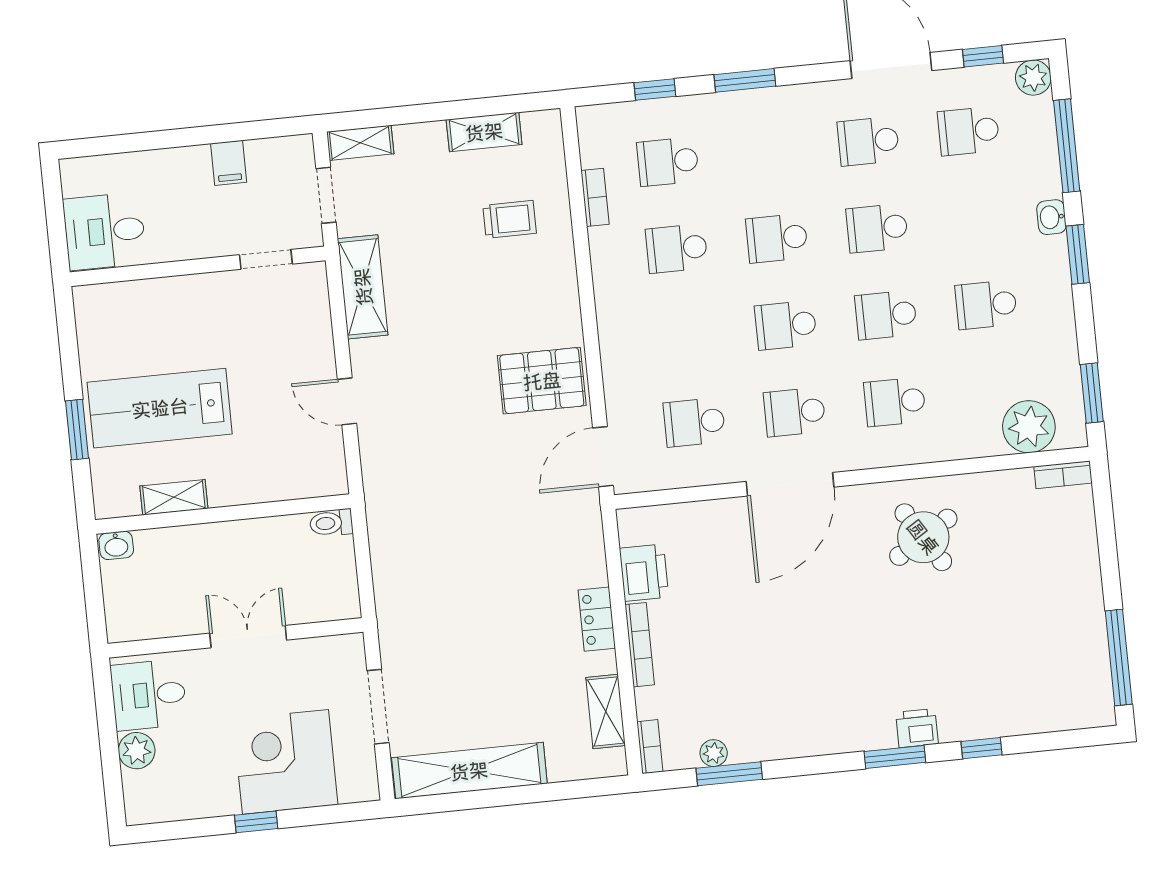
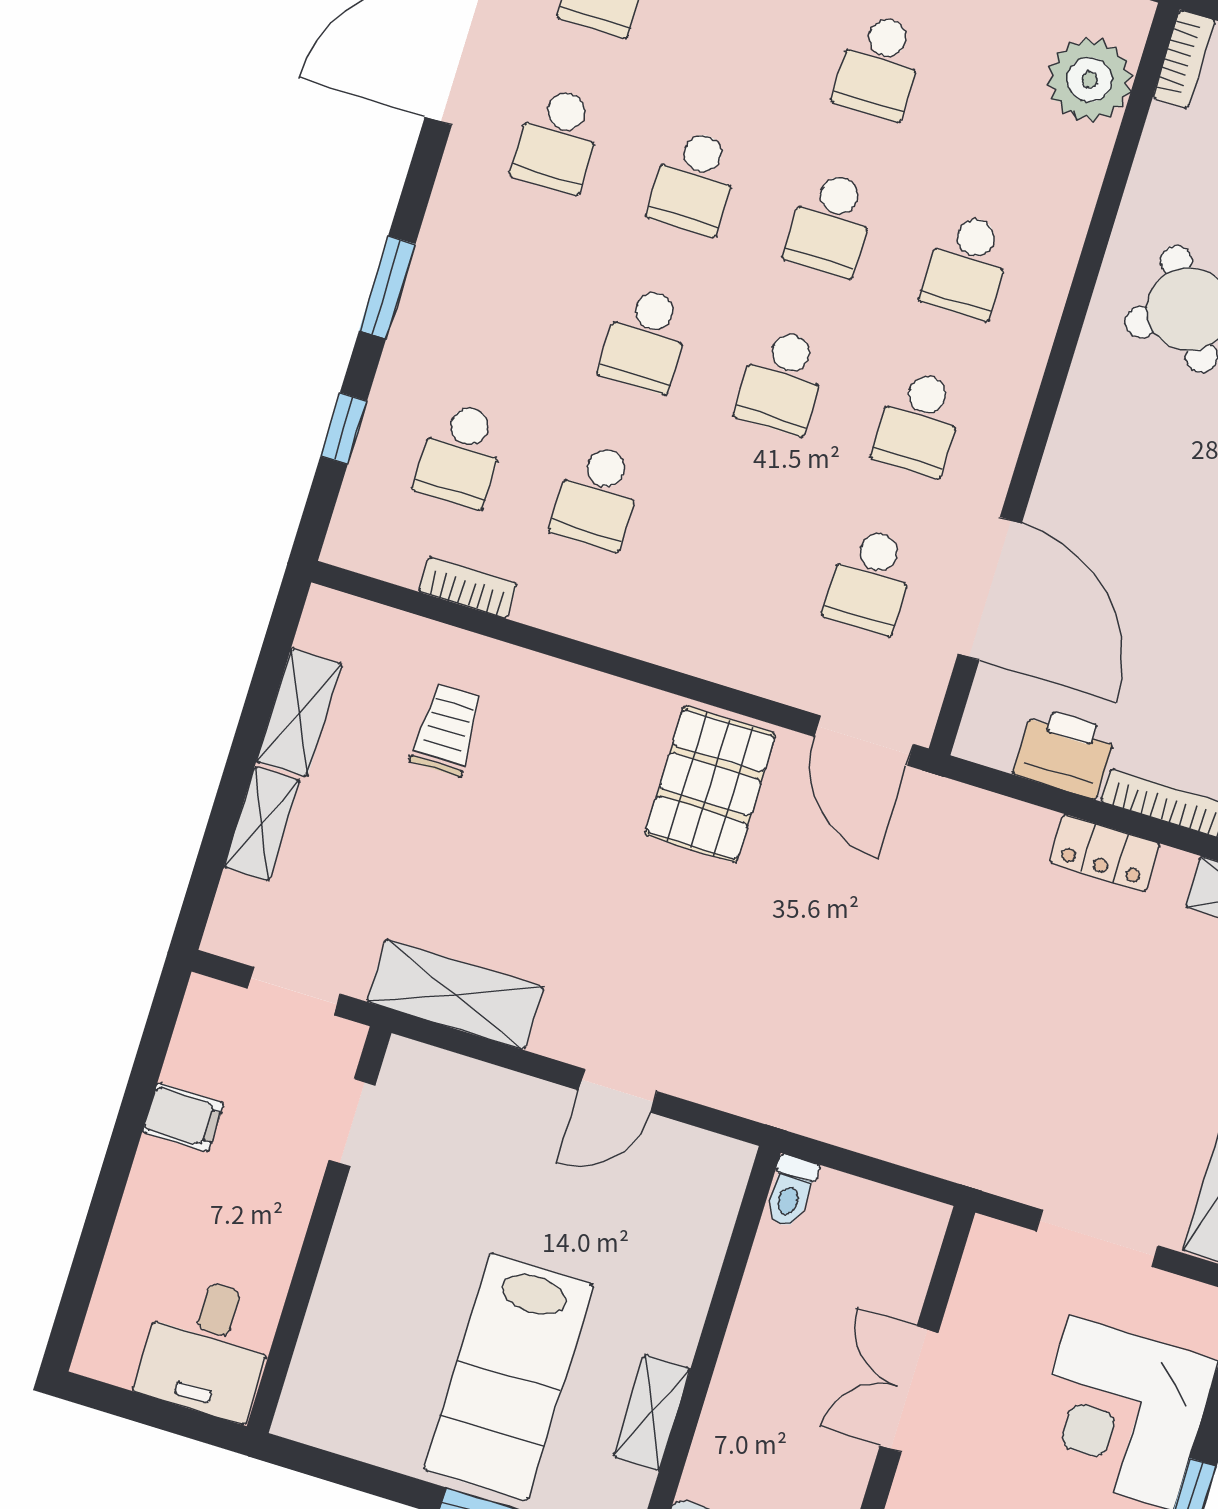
shelving: (360, 143) -> (262, 824), moved
door: (790, 484) -> (990, 589), moved

